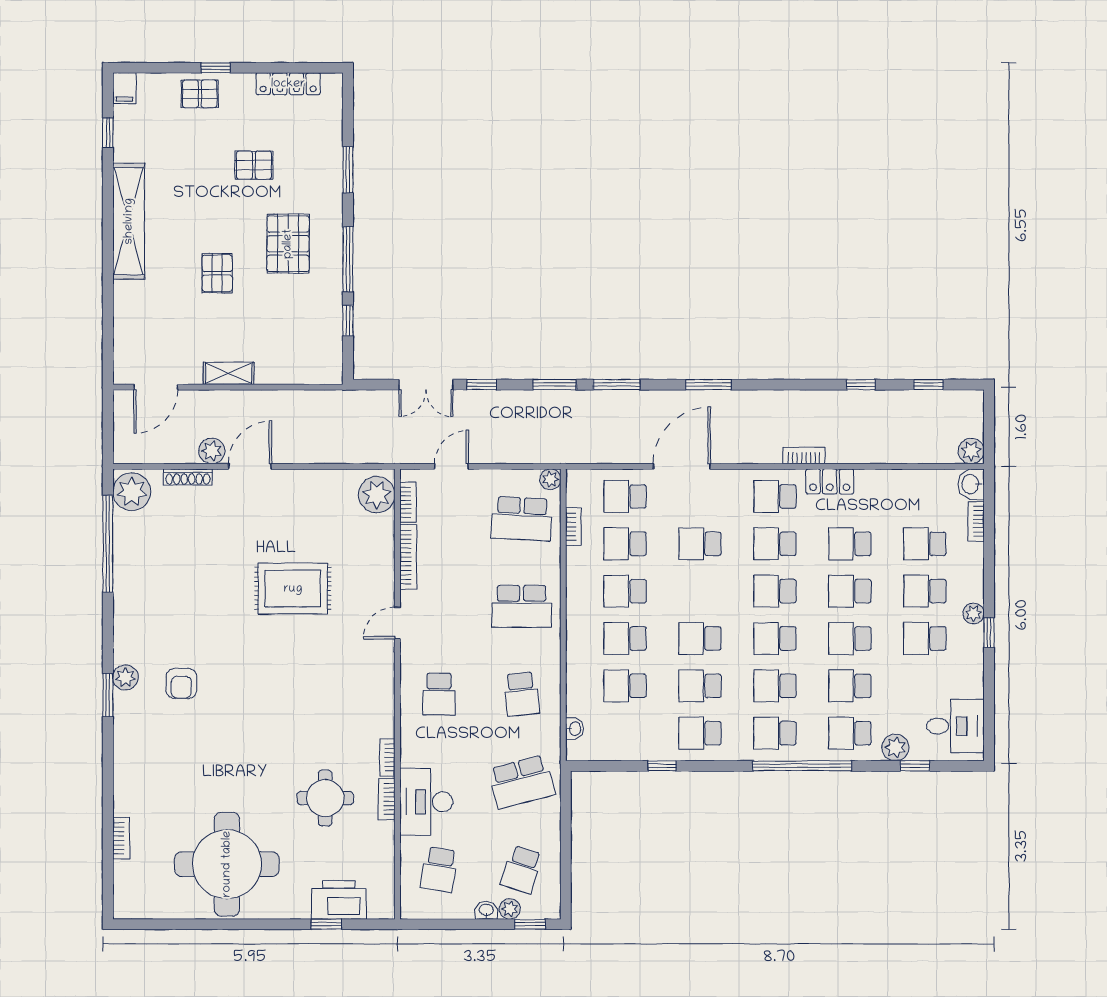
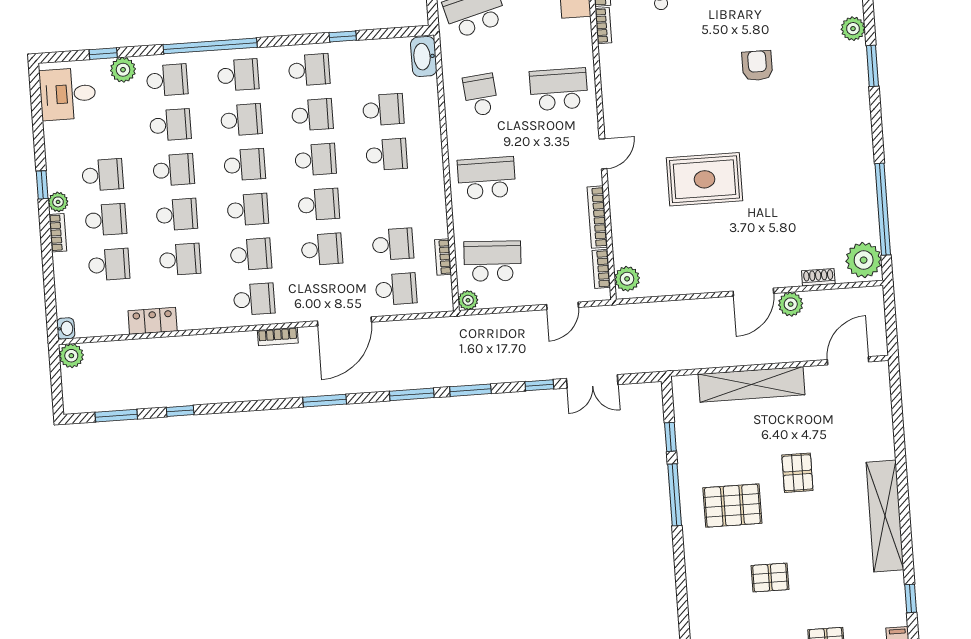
window: (348, 170) -> (681, 580), removed
pallet: (288, 244) -> (732, 506), turned 90
shelving: (229, 373) -> (752, 384), width x2.20, depth x1.33
double door: (426, 385) -> (592, 381), swing flipped
window: (928, 385) -> (116, 416), width x1.50
bookcase: (804, 455) -> (278, 337), moved
shoe rack: (188, 477) -> (818, 277), width x0.70
locker: (830, 481) -> (153, 321), moved
washbasin: (971, 484) -> (66, 328), width x0.72, depth x0.69
plant: (377, 495) -> (627, 279), width x0.73, depth x0.73
bookcase: (976, 522) -> (58, 233), moved
school desk: (625, 591) -> (319, 204), moved
plant: (125, 678) -> (853, 29), moved
armchair: (181, 683) -> (757, 66), moved
school desk: (439, 694) -> (559, 89), width x1.85
washbasin: (575, 729) -> (424, 56), width x1.91, depth x1.45

